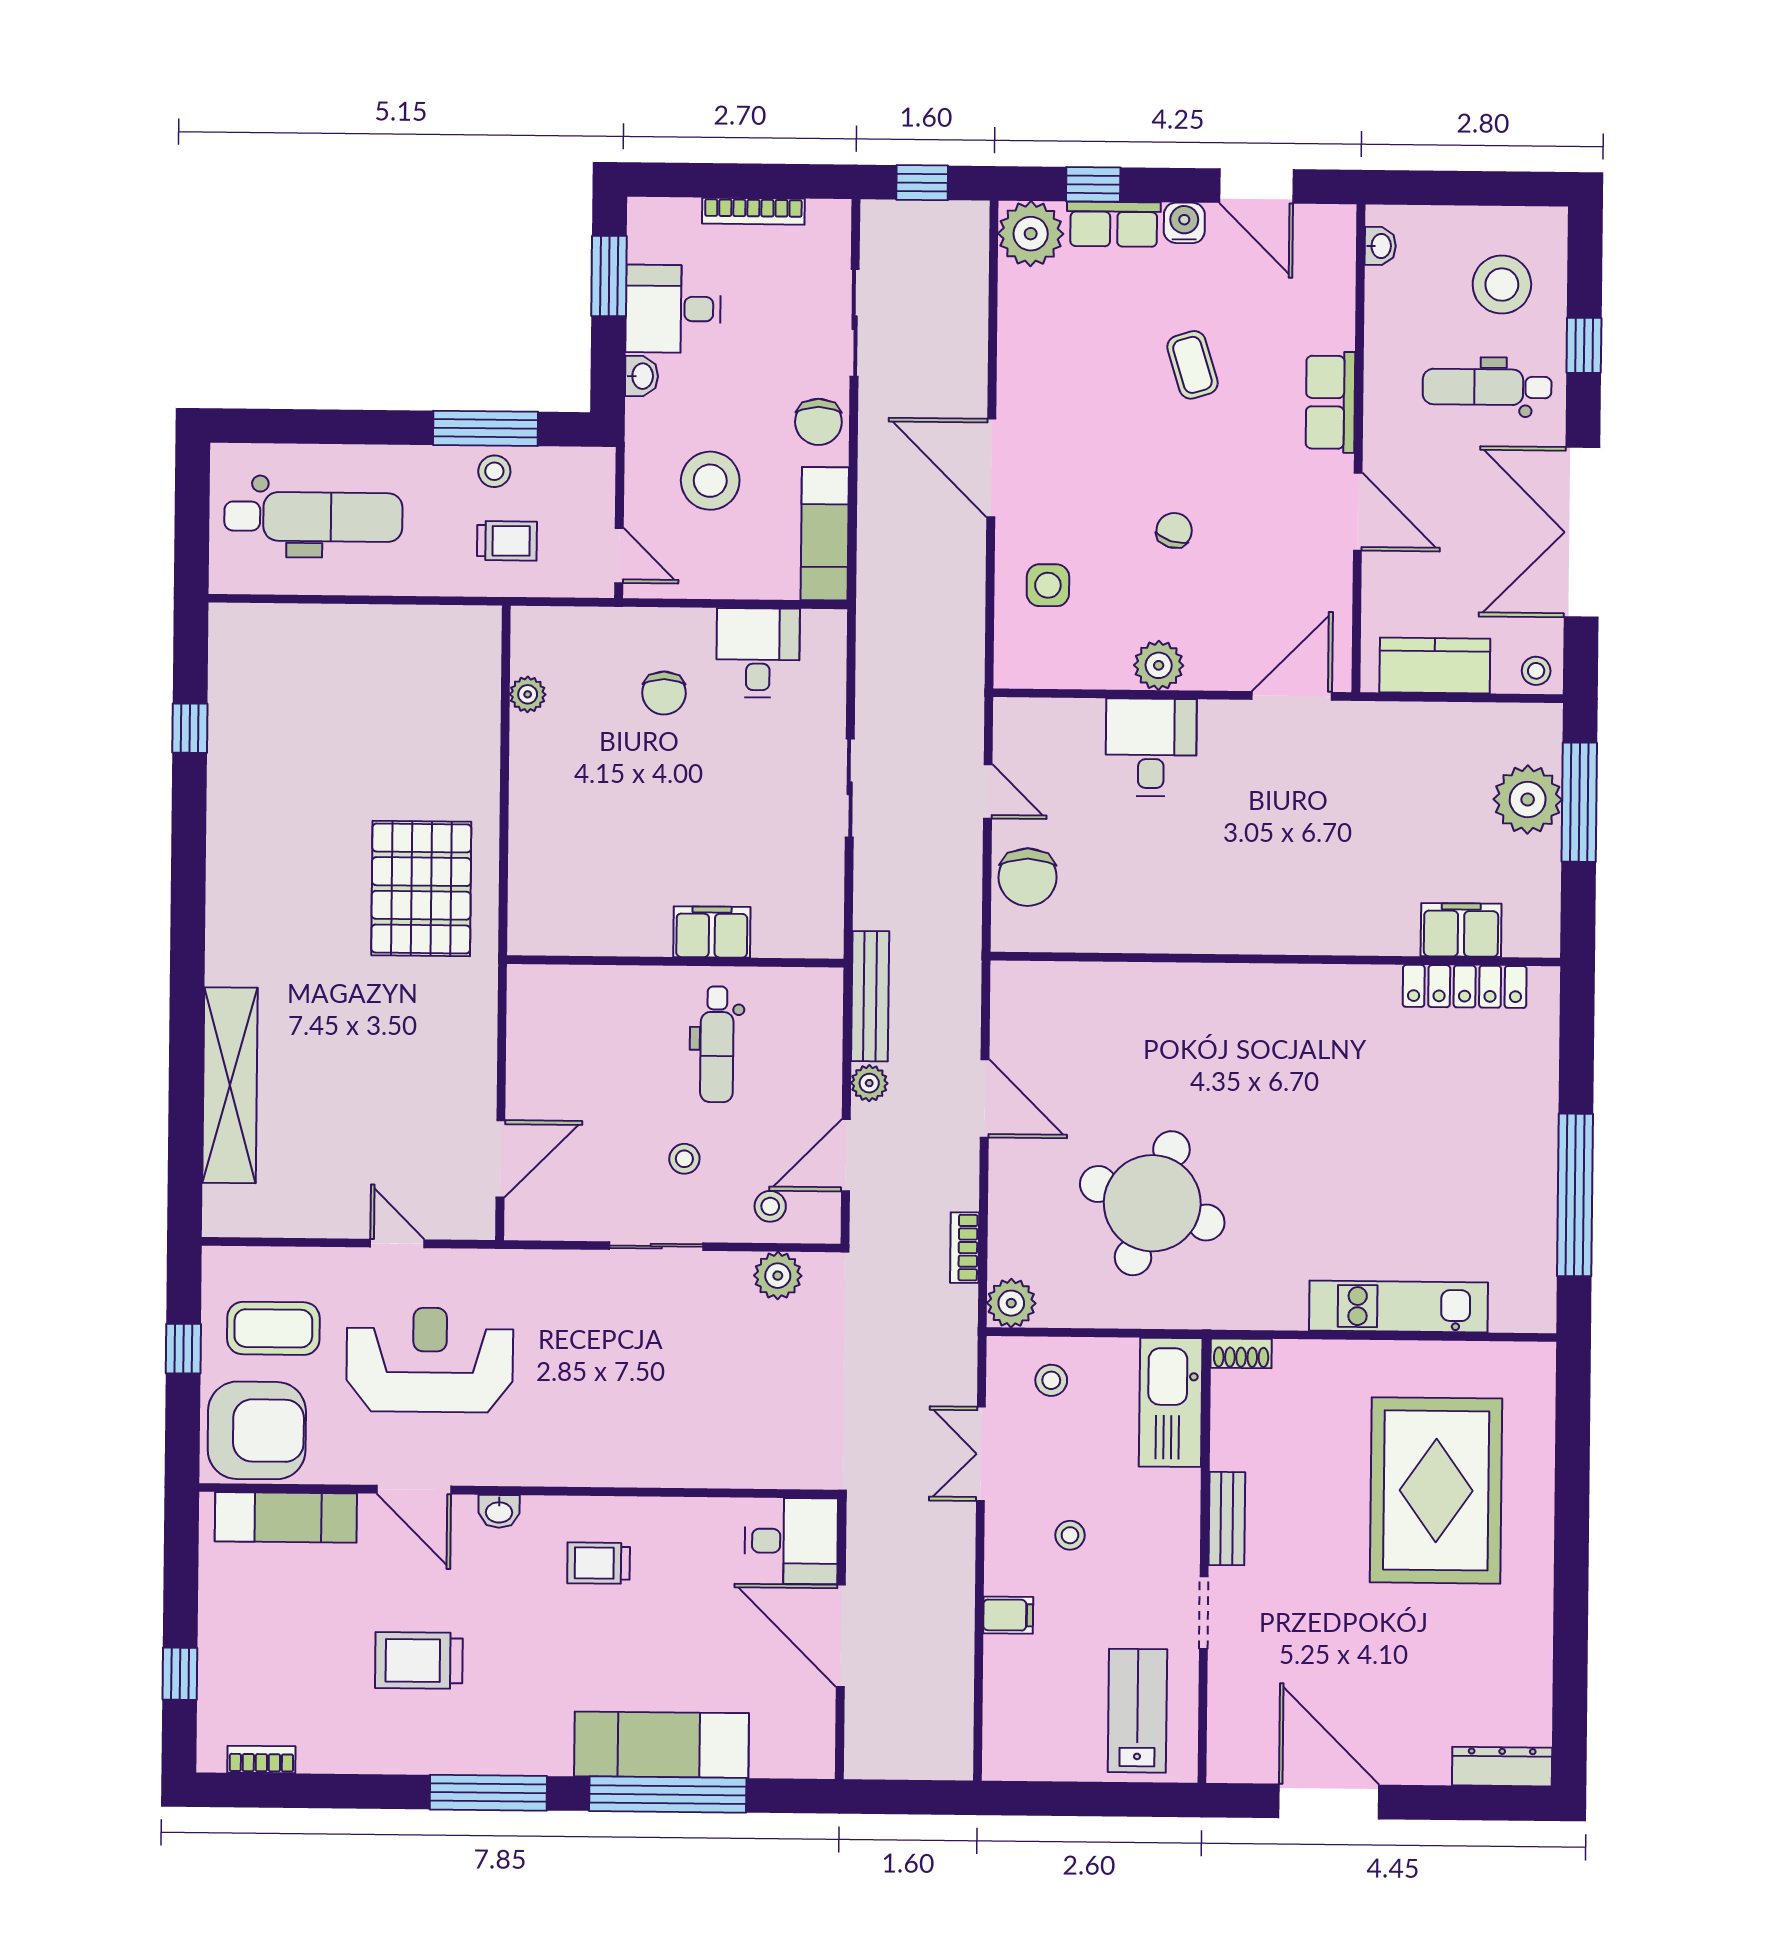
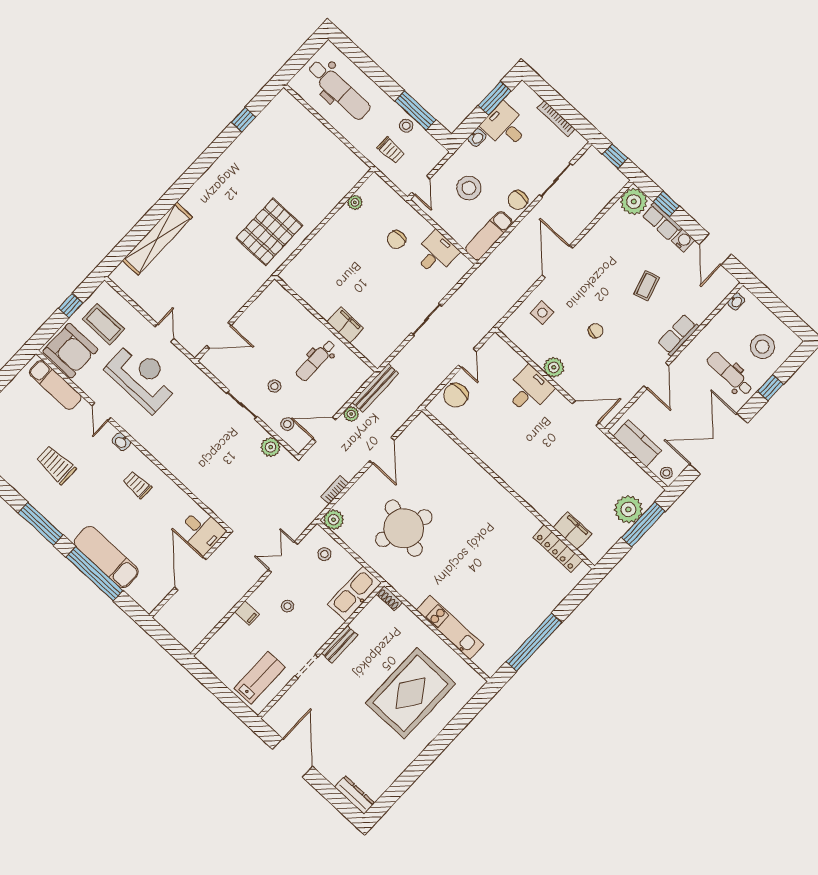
door: (414, 1490) -> (102, 412), width x0.73

